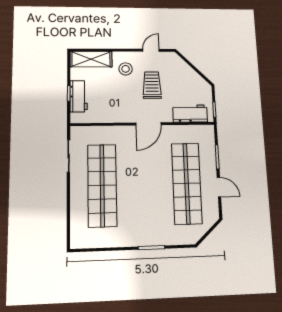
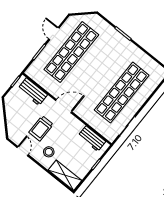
door: (151, 50) -> (23, 151), swing flipped
workbench: (79, 96) -> (92, 139), moved, turned -90

